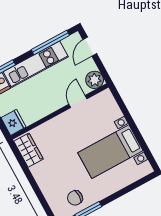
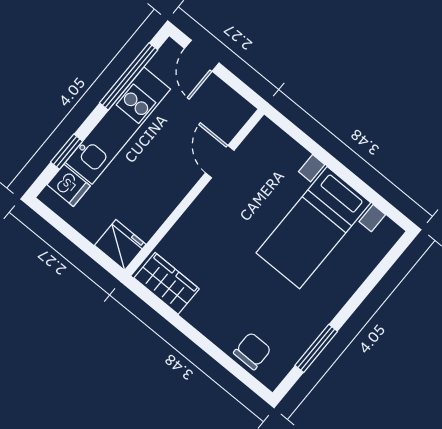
plant: (95, 80) -> (234, 111), removed
chair: (75, 198) -> (252, 351), moved, turned 180

